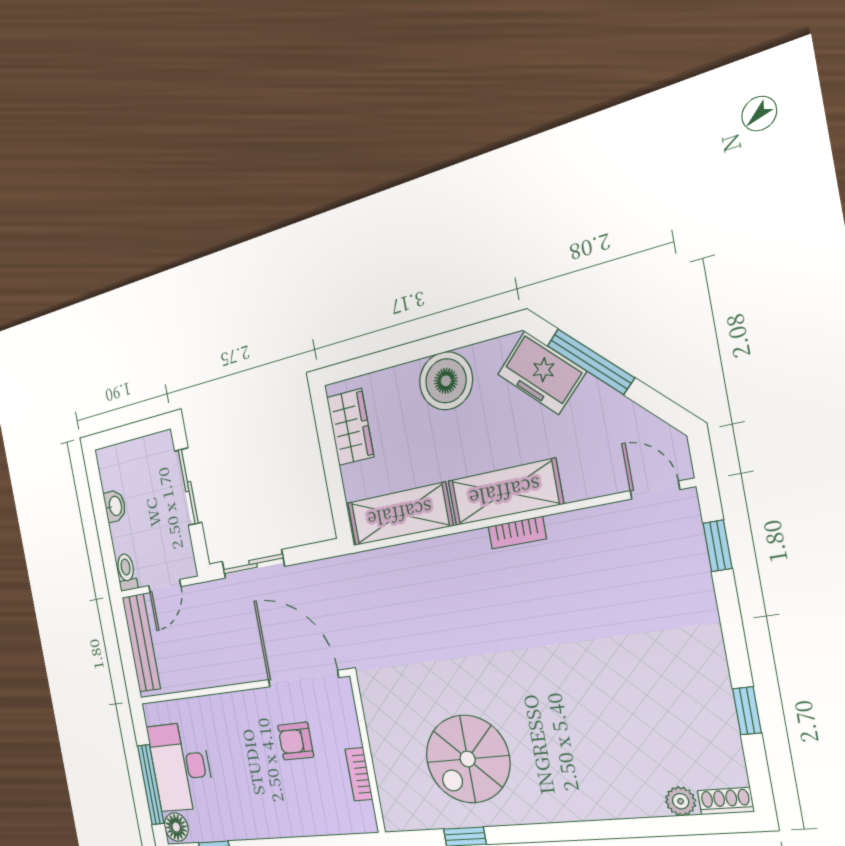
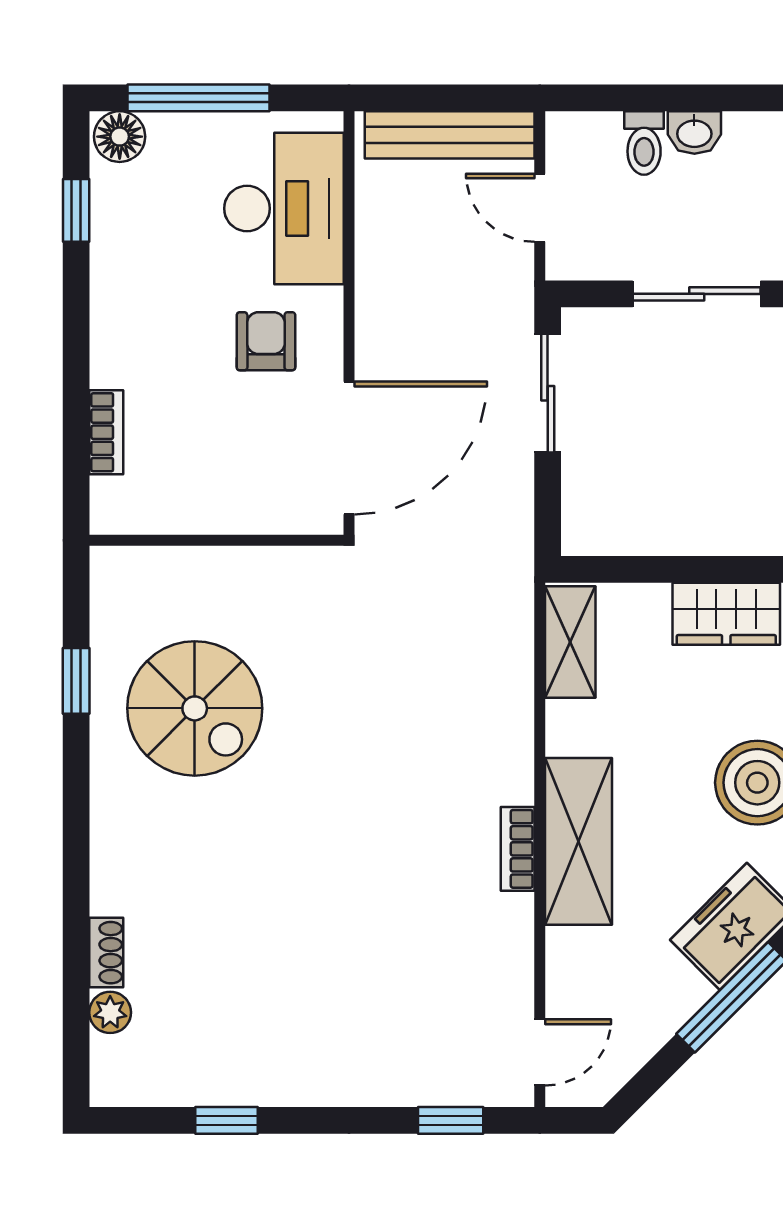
shelving: (400, 514) -> (570, 642), width x0.67, depth x0.75
toilet: (126, 572) -> (644, 143), moved, turned 90
armchair: (296, 741) -> (266, 341), moved
spiral stairs: (468, 759) -> (195, 708), turned 180
desk: (181, 767) -> (284, 208), moved, turned 90
bookcase: (359, 774) -> (106, 432), moved, turned 90
shoe rack: (726, 801) -> (106, 953), moved

